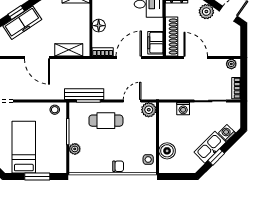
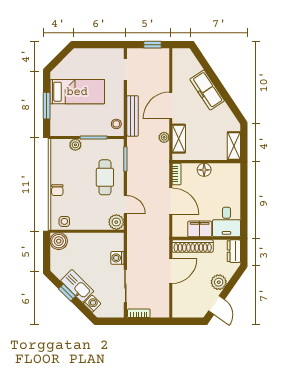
window: (16, 13) -> (218, 84), removed
filing cabinet: (155, 43) -> (200, 229), moved
plant: (231, 64) -> (164, 137), moved
bench: (84, 94) -> (133, 116), moved
boiler: (167, 151) -> (59, 241), moved

